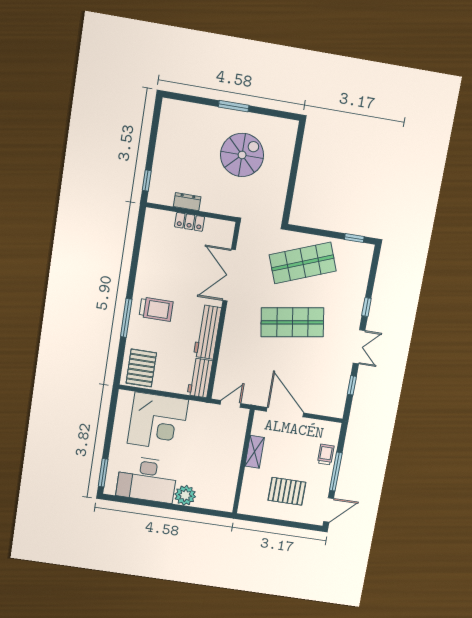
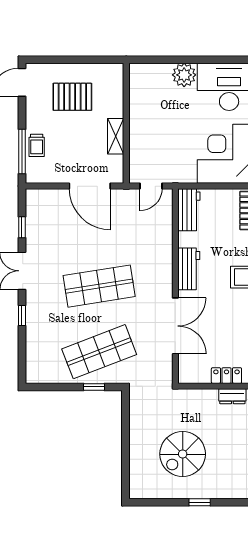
window: (234, 106) -> (200, 502), width x0.67
window: (354, 238) -> (94, 387), moved
workbench: (207, 332) -> (189, 269), width x0.73
window: (336, 472) -> (22, 151), moved

